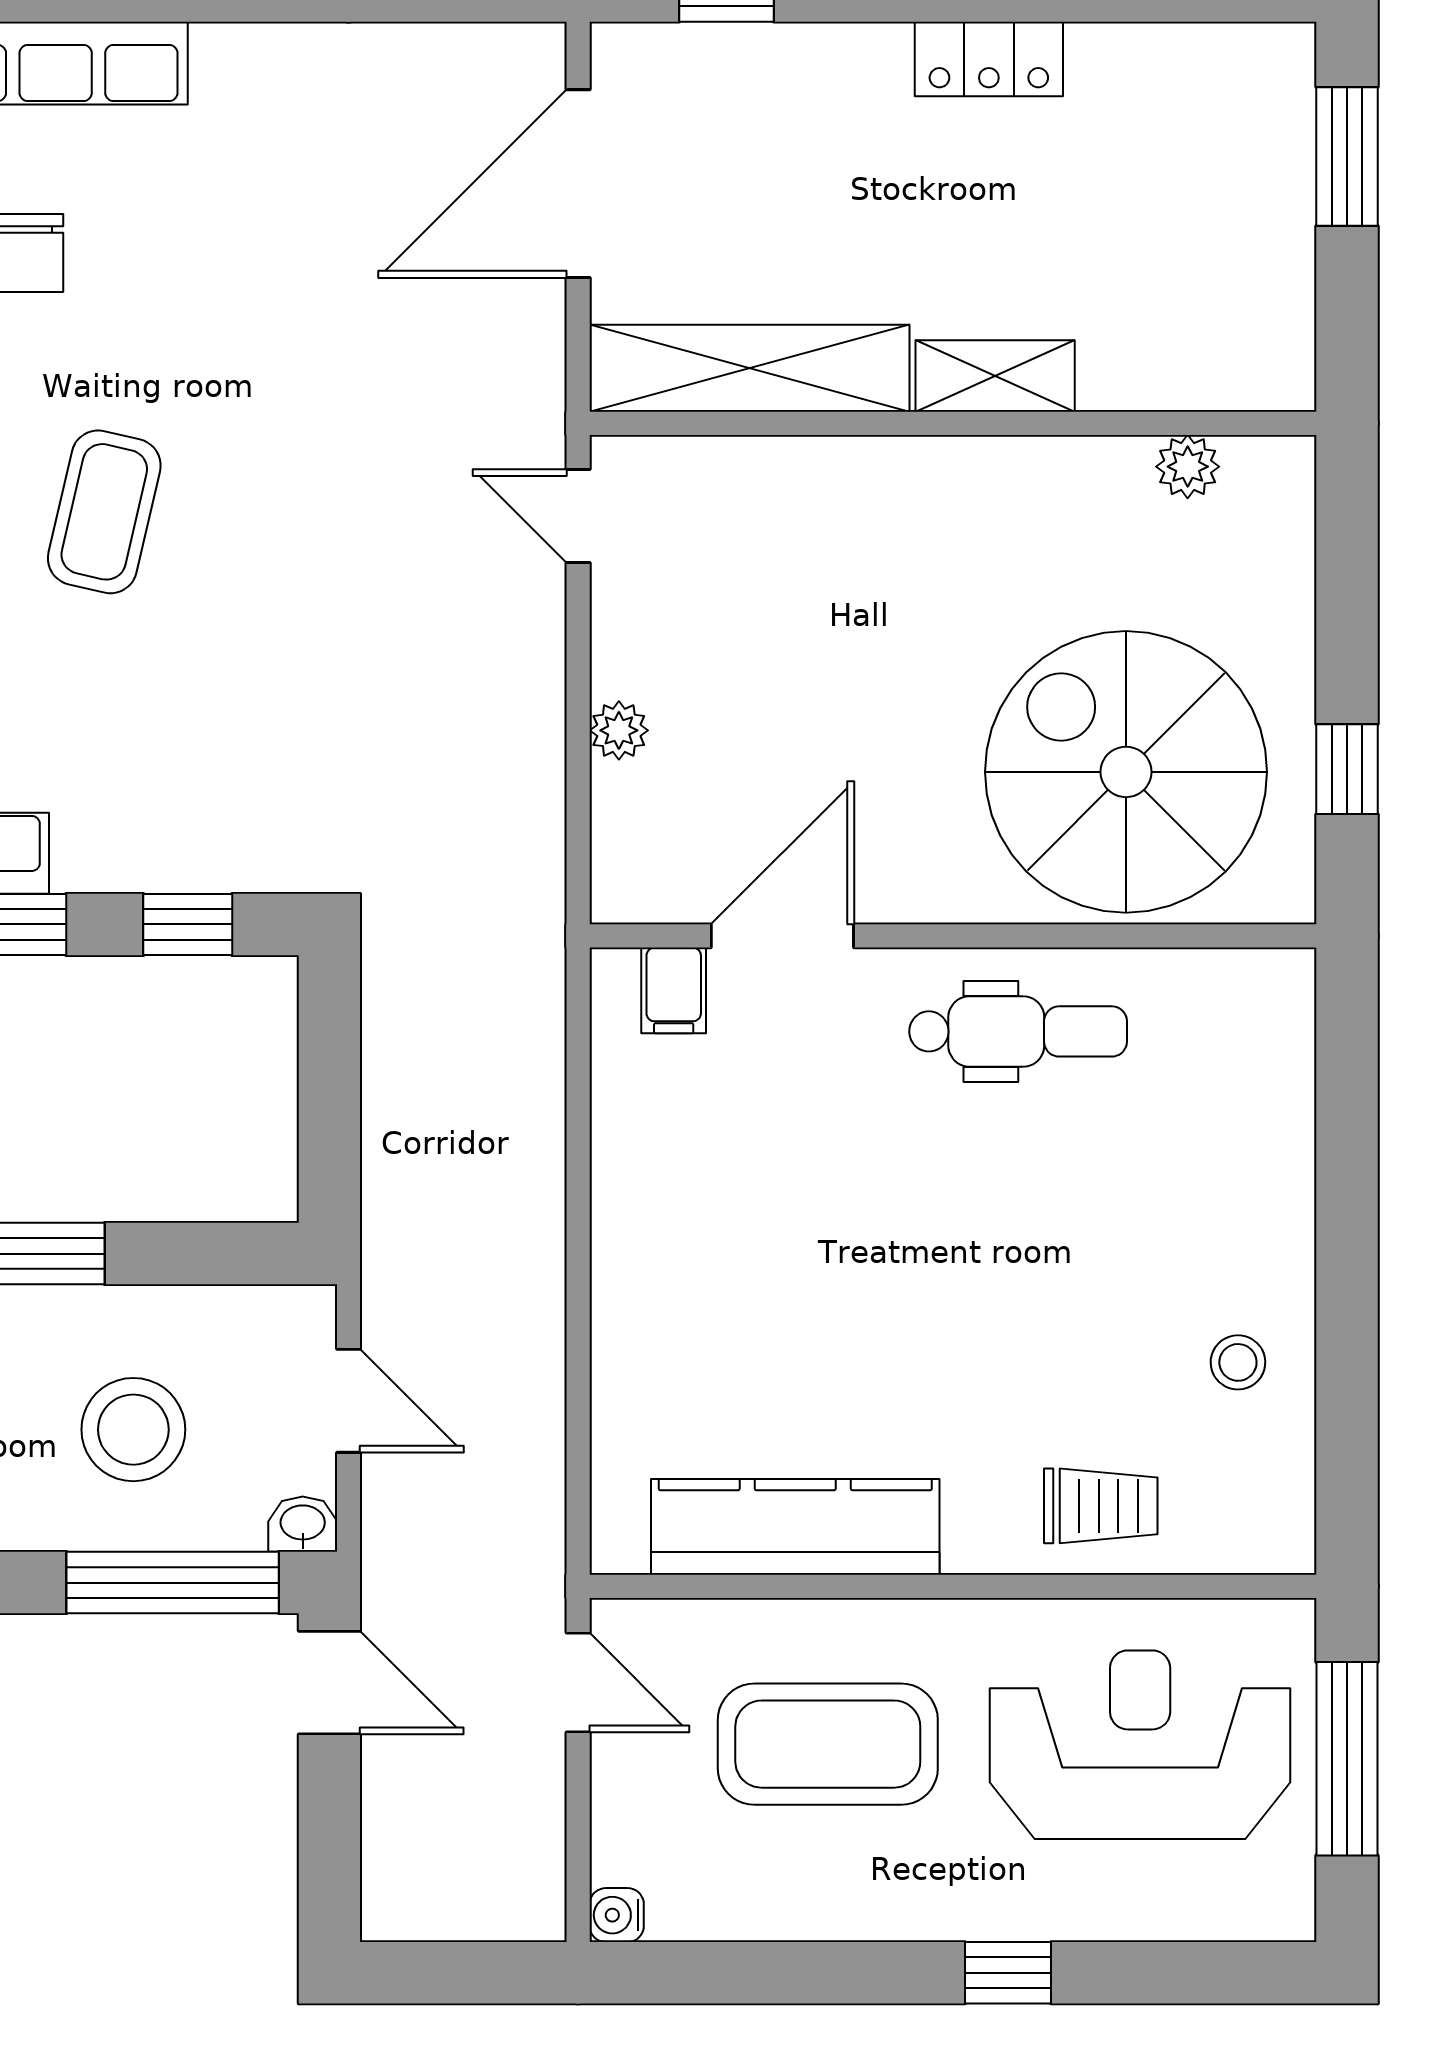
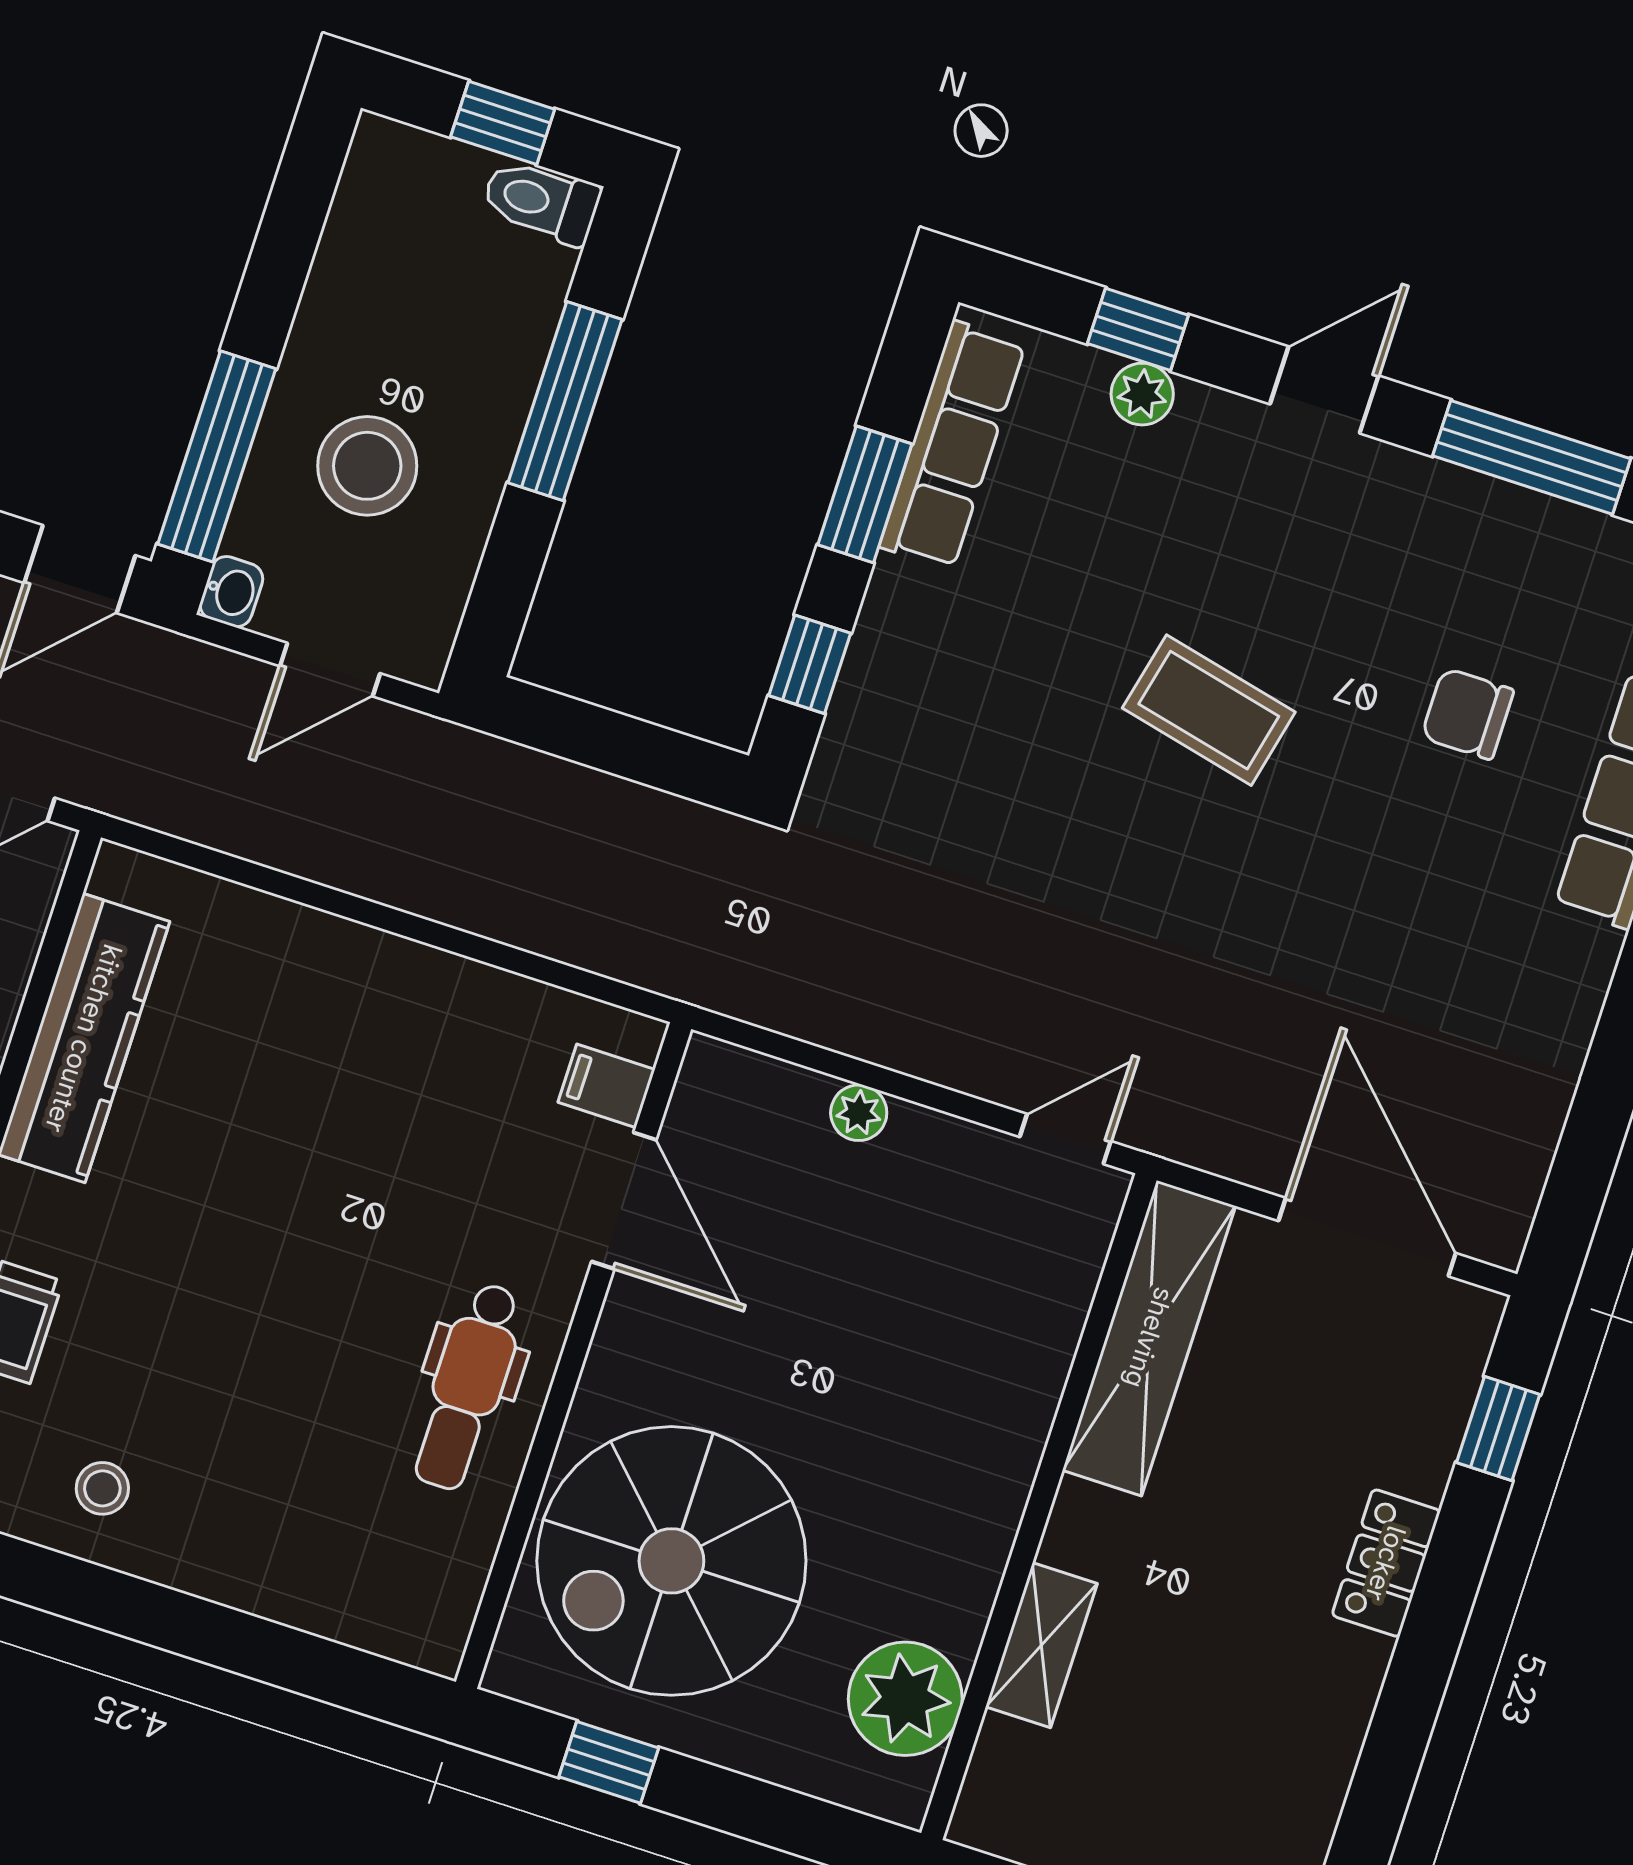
locker: (989, 59) -> (1386, 1563), moved
shelving: (995, 376) -> (1041, 1645), moved
plant: (1188, 467) -> (905, 1699), width x1.87, depth x1.87
spiral stairs: (1126, 772) -> (671, 1561), turned 180

